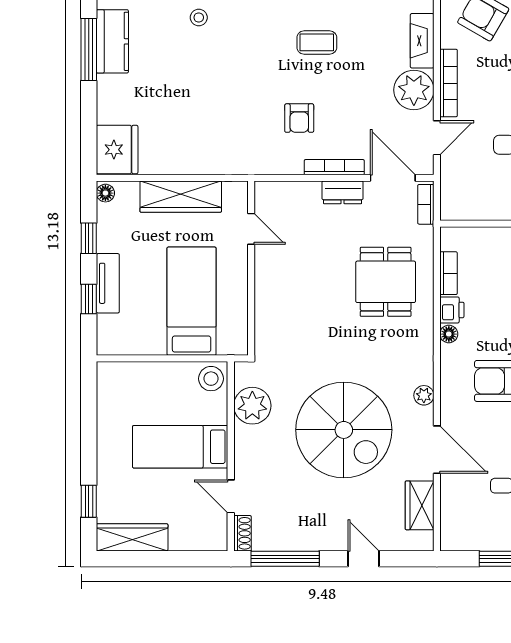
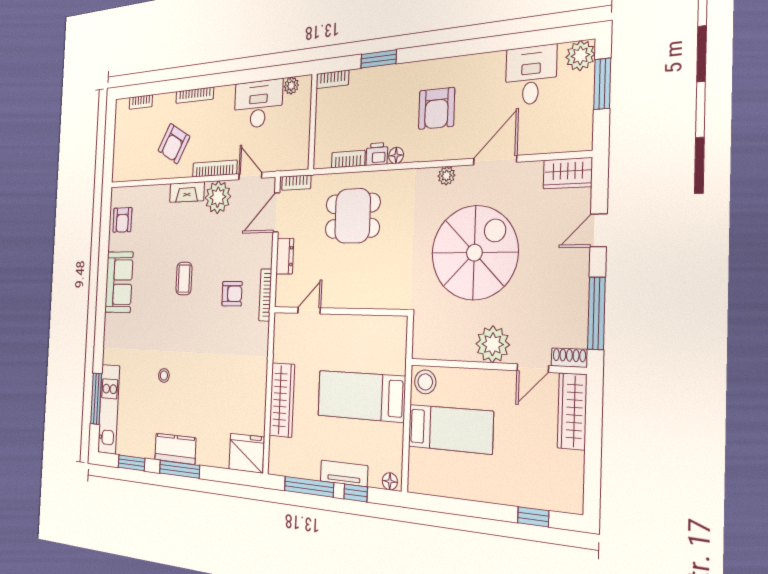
bookcase: (334, 167) -> (265, 295), moved
floor lamp: (105, 193) -> (390, 481), moved
door: (251, 229) -> (309, 311), moved
window: (89, 238) -> (309, 487), width x2.17
wall: (251, 268) -> (338, 311), moved
plant: (252, 406) -> (493, 344), moved
bed: (180, 447) -> (450, 429), moved, turned -90
wardrobe: (420, 505) -> (568, 173), moved
wardrobe: (132, 537) -> (572, 411), moved

